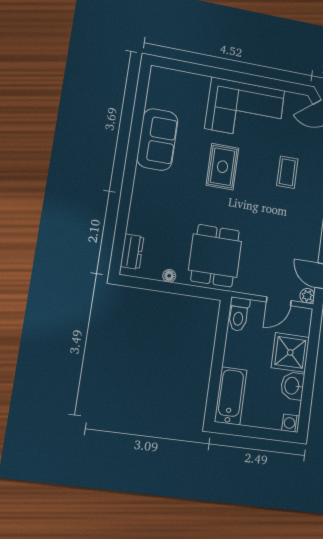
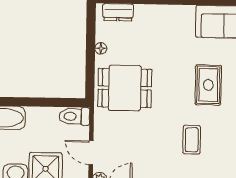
rug: (222, 167) -> (208, 85), turned 90
coffee table: (287, 172) -> (192, 140), moved, turned 90

